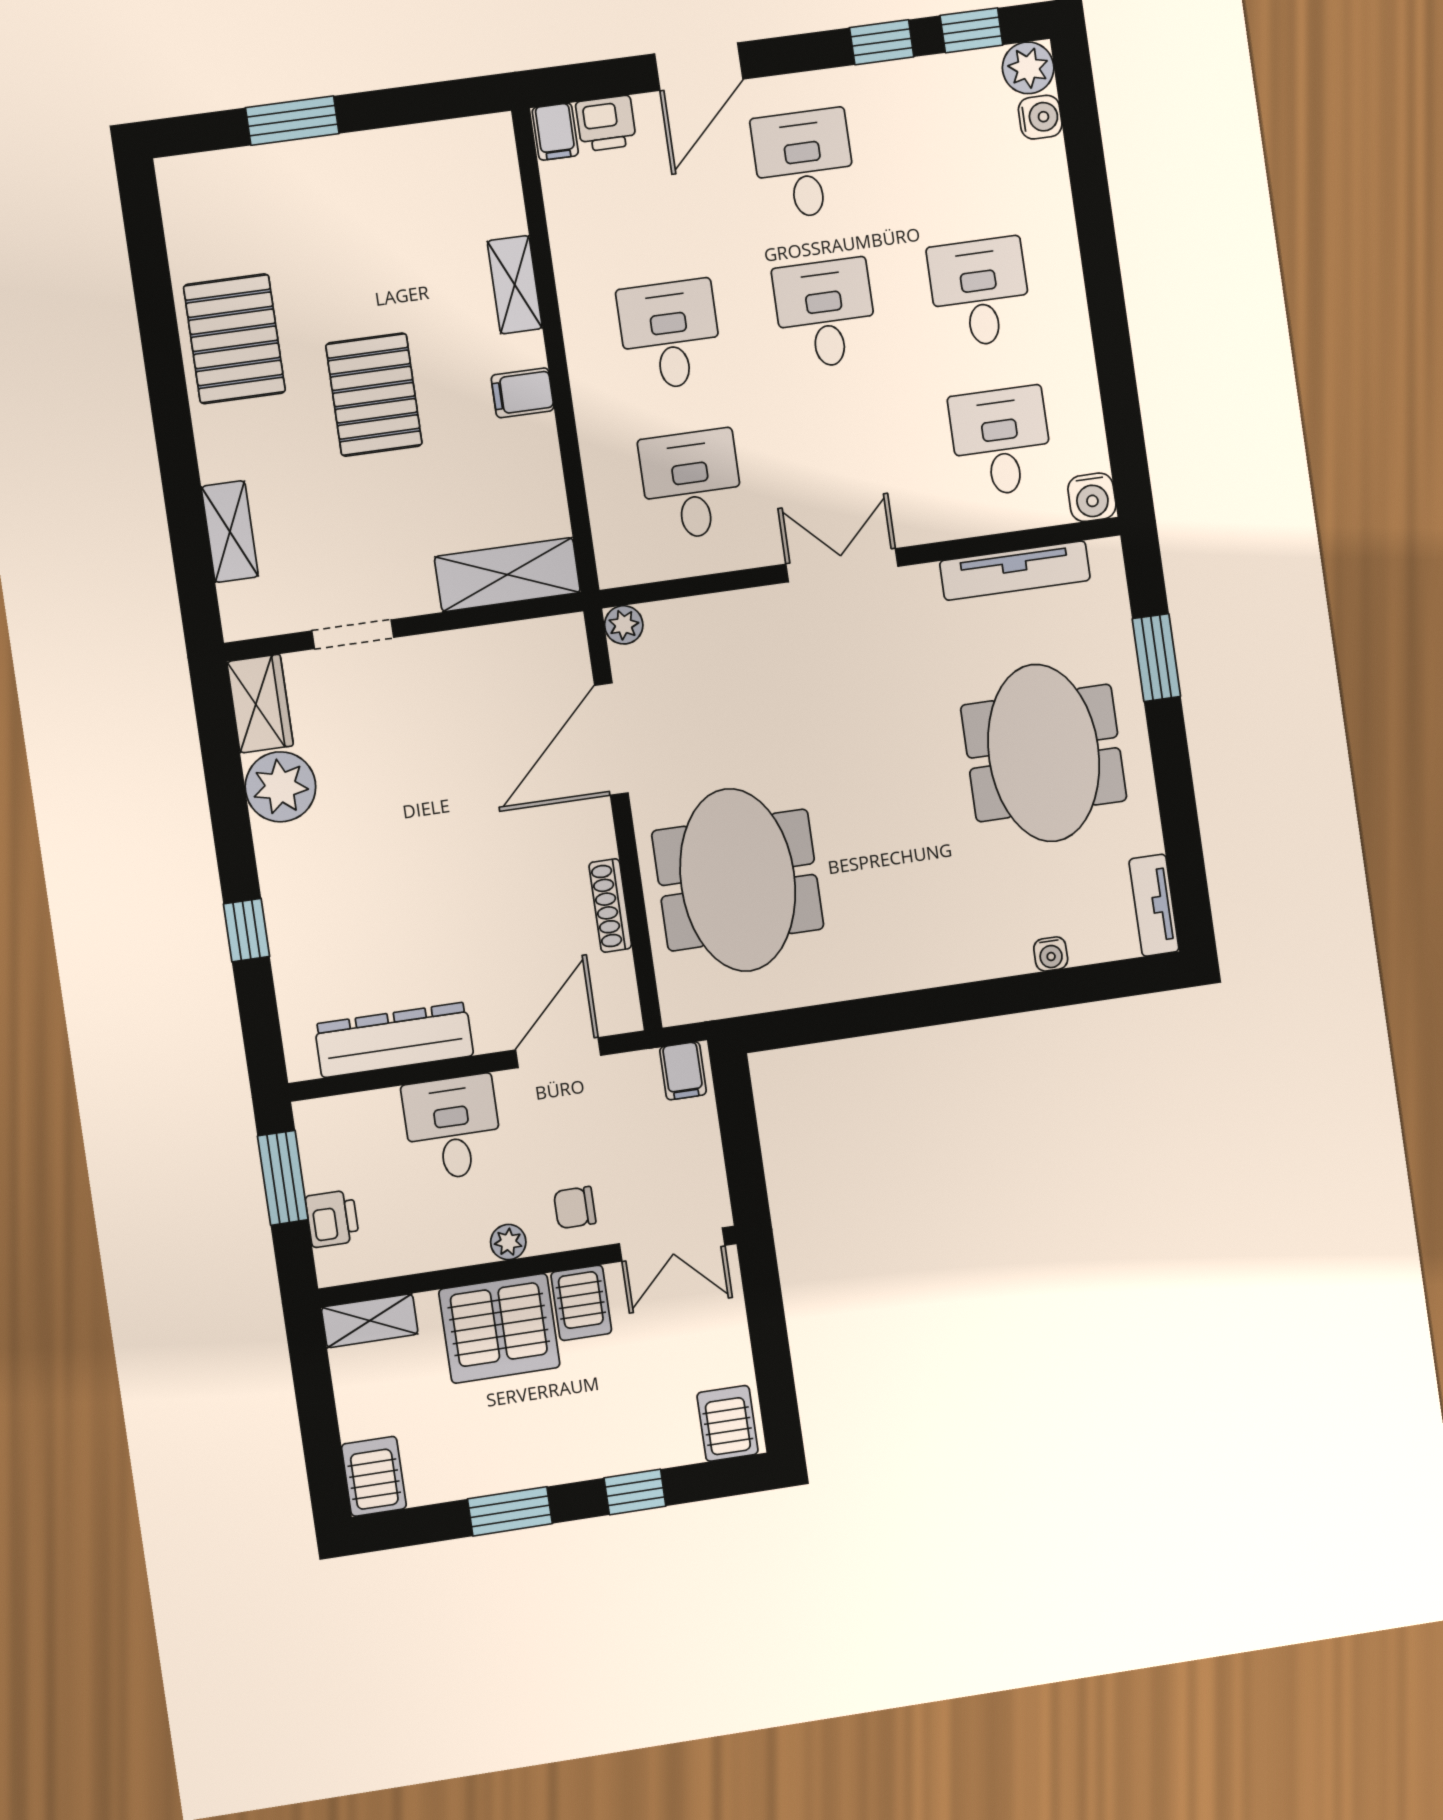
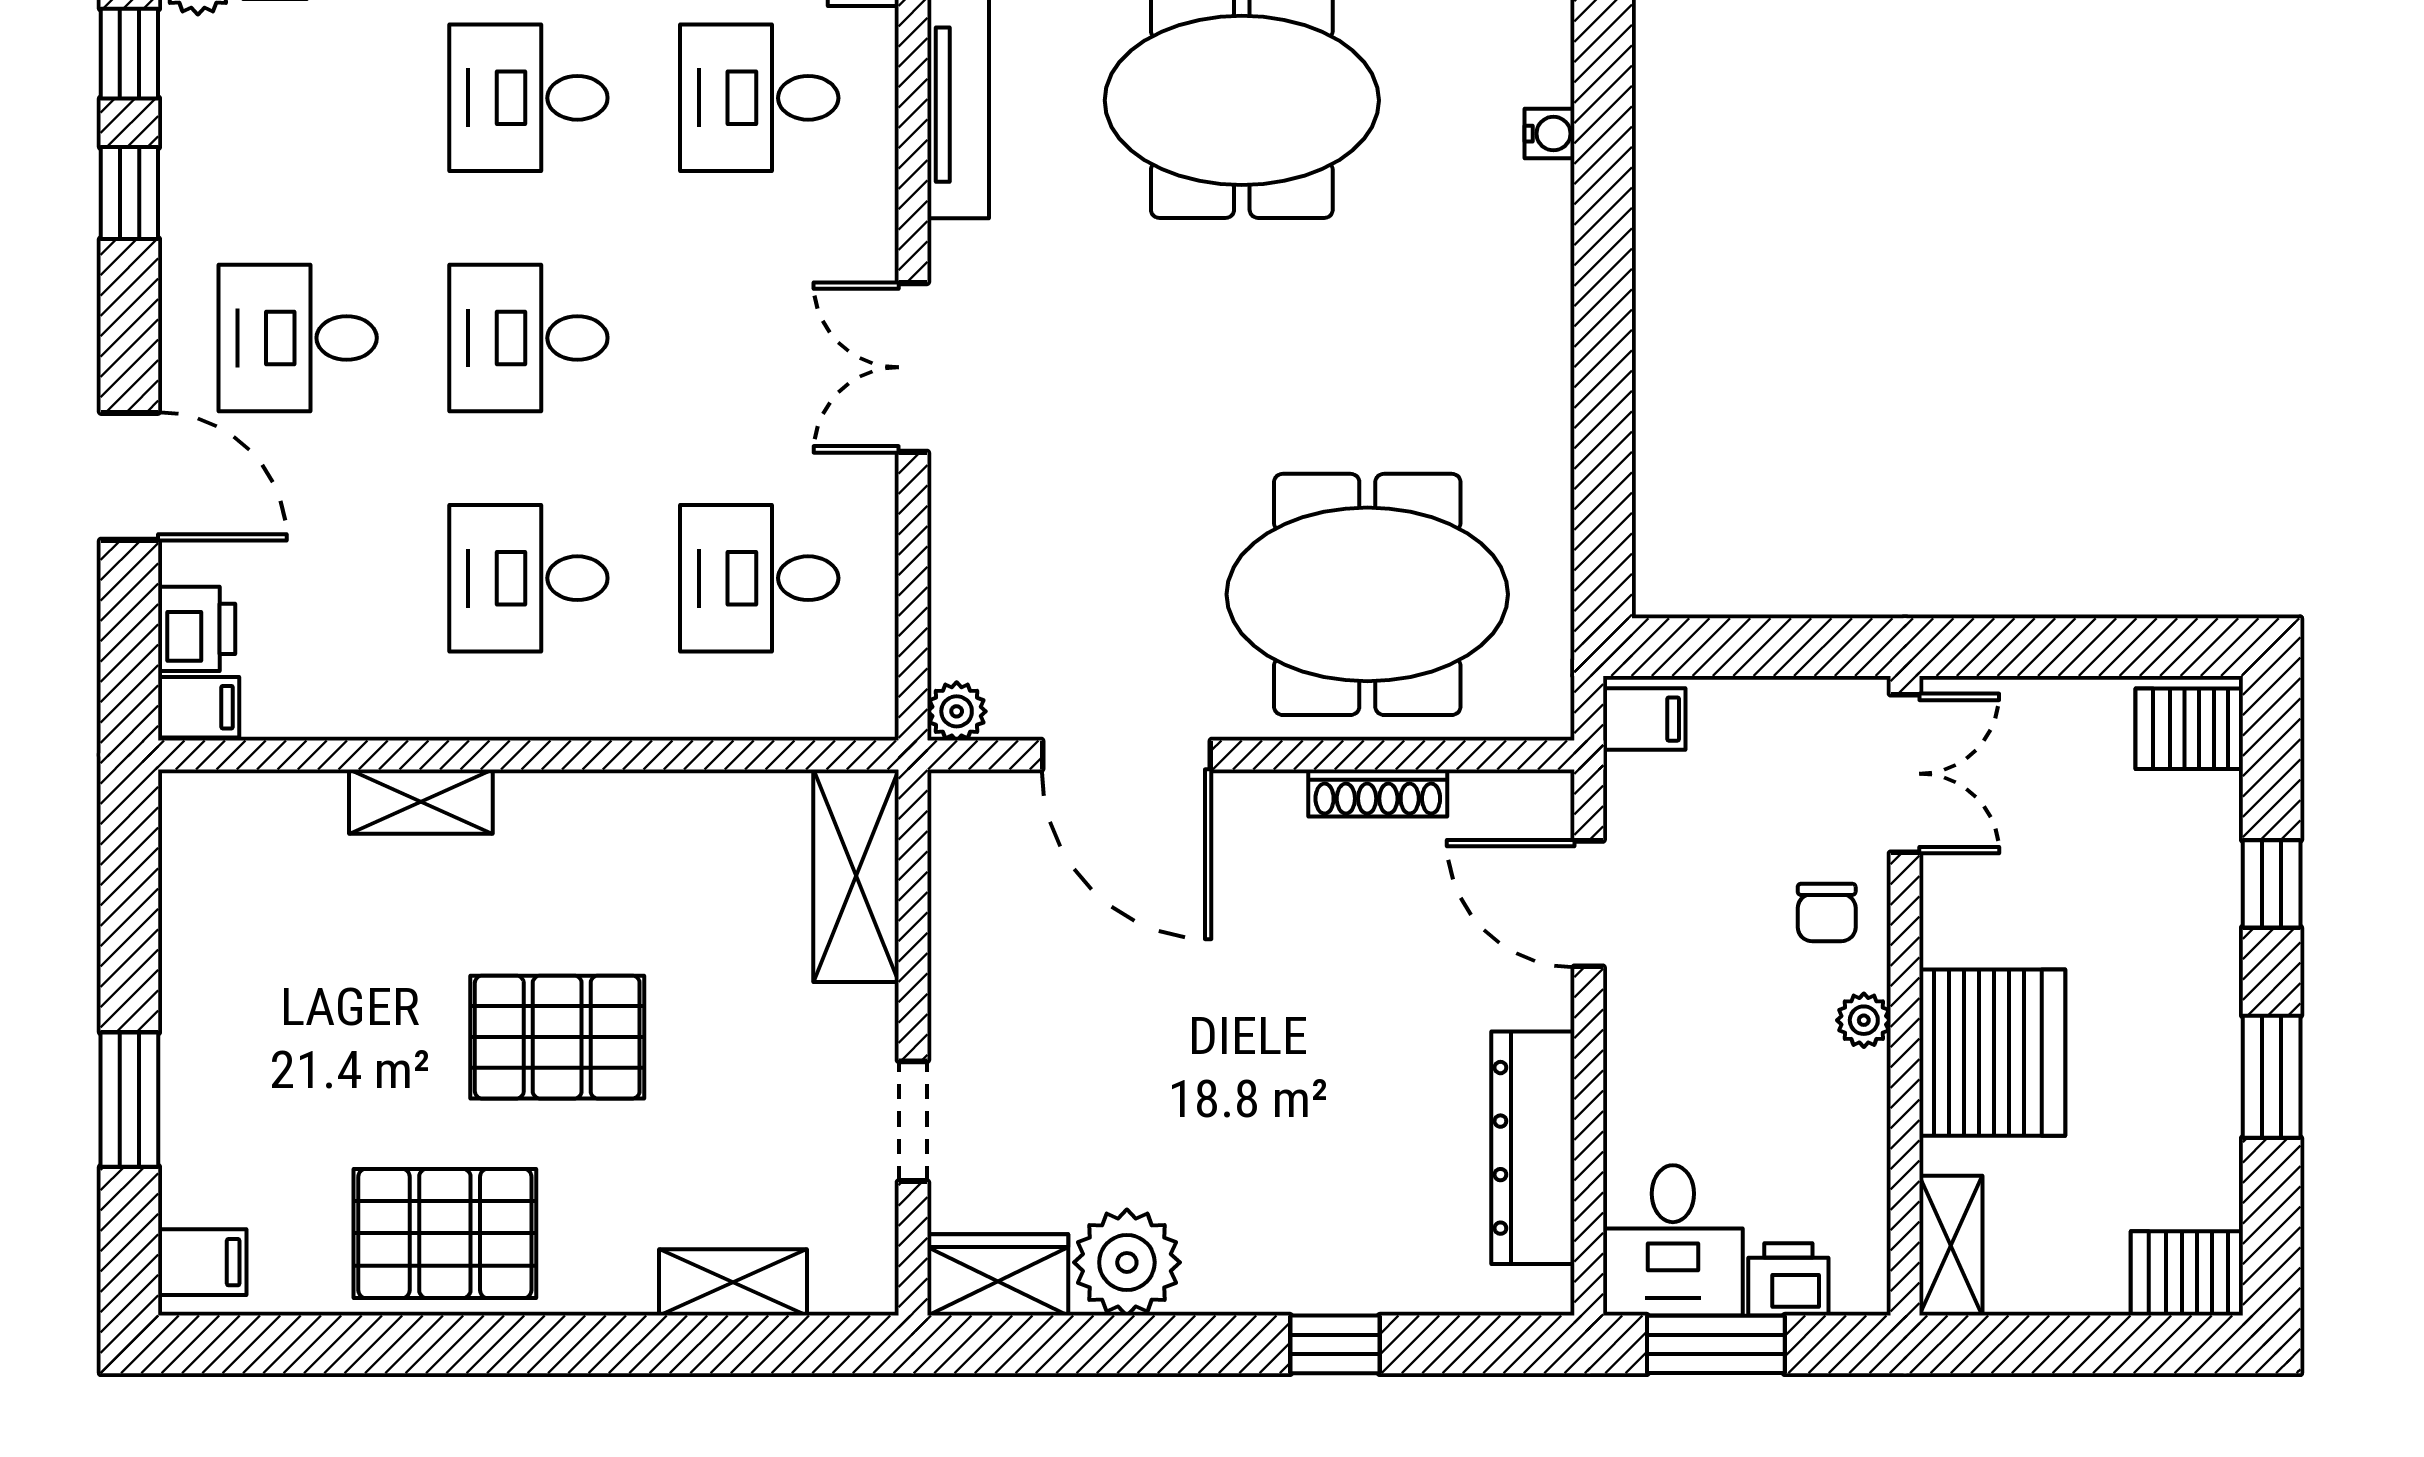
filing cabinet: (523, 393) -> (202, 1262), moved, turned -90
desk: (453, 1128) -> (1673, 1240), moved, turned -90
server rack: (581, 1303) -> (1972, 924), removed

